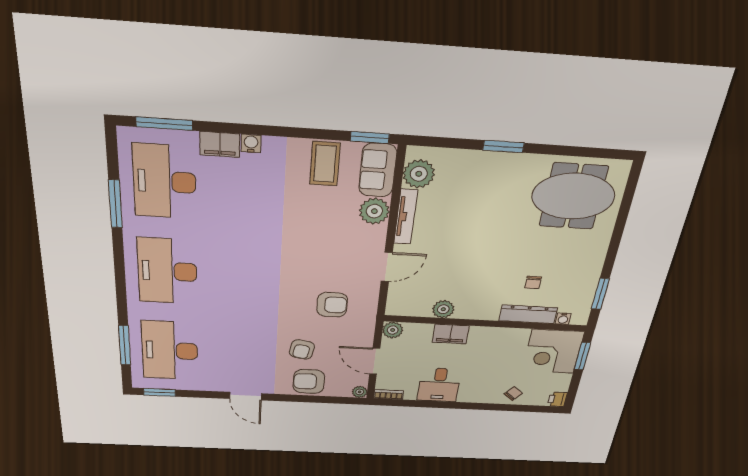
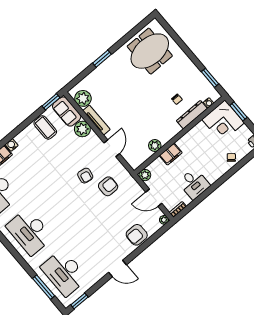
armchair: (302, 349) -> (85, 176), moved

